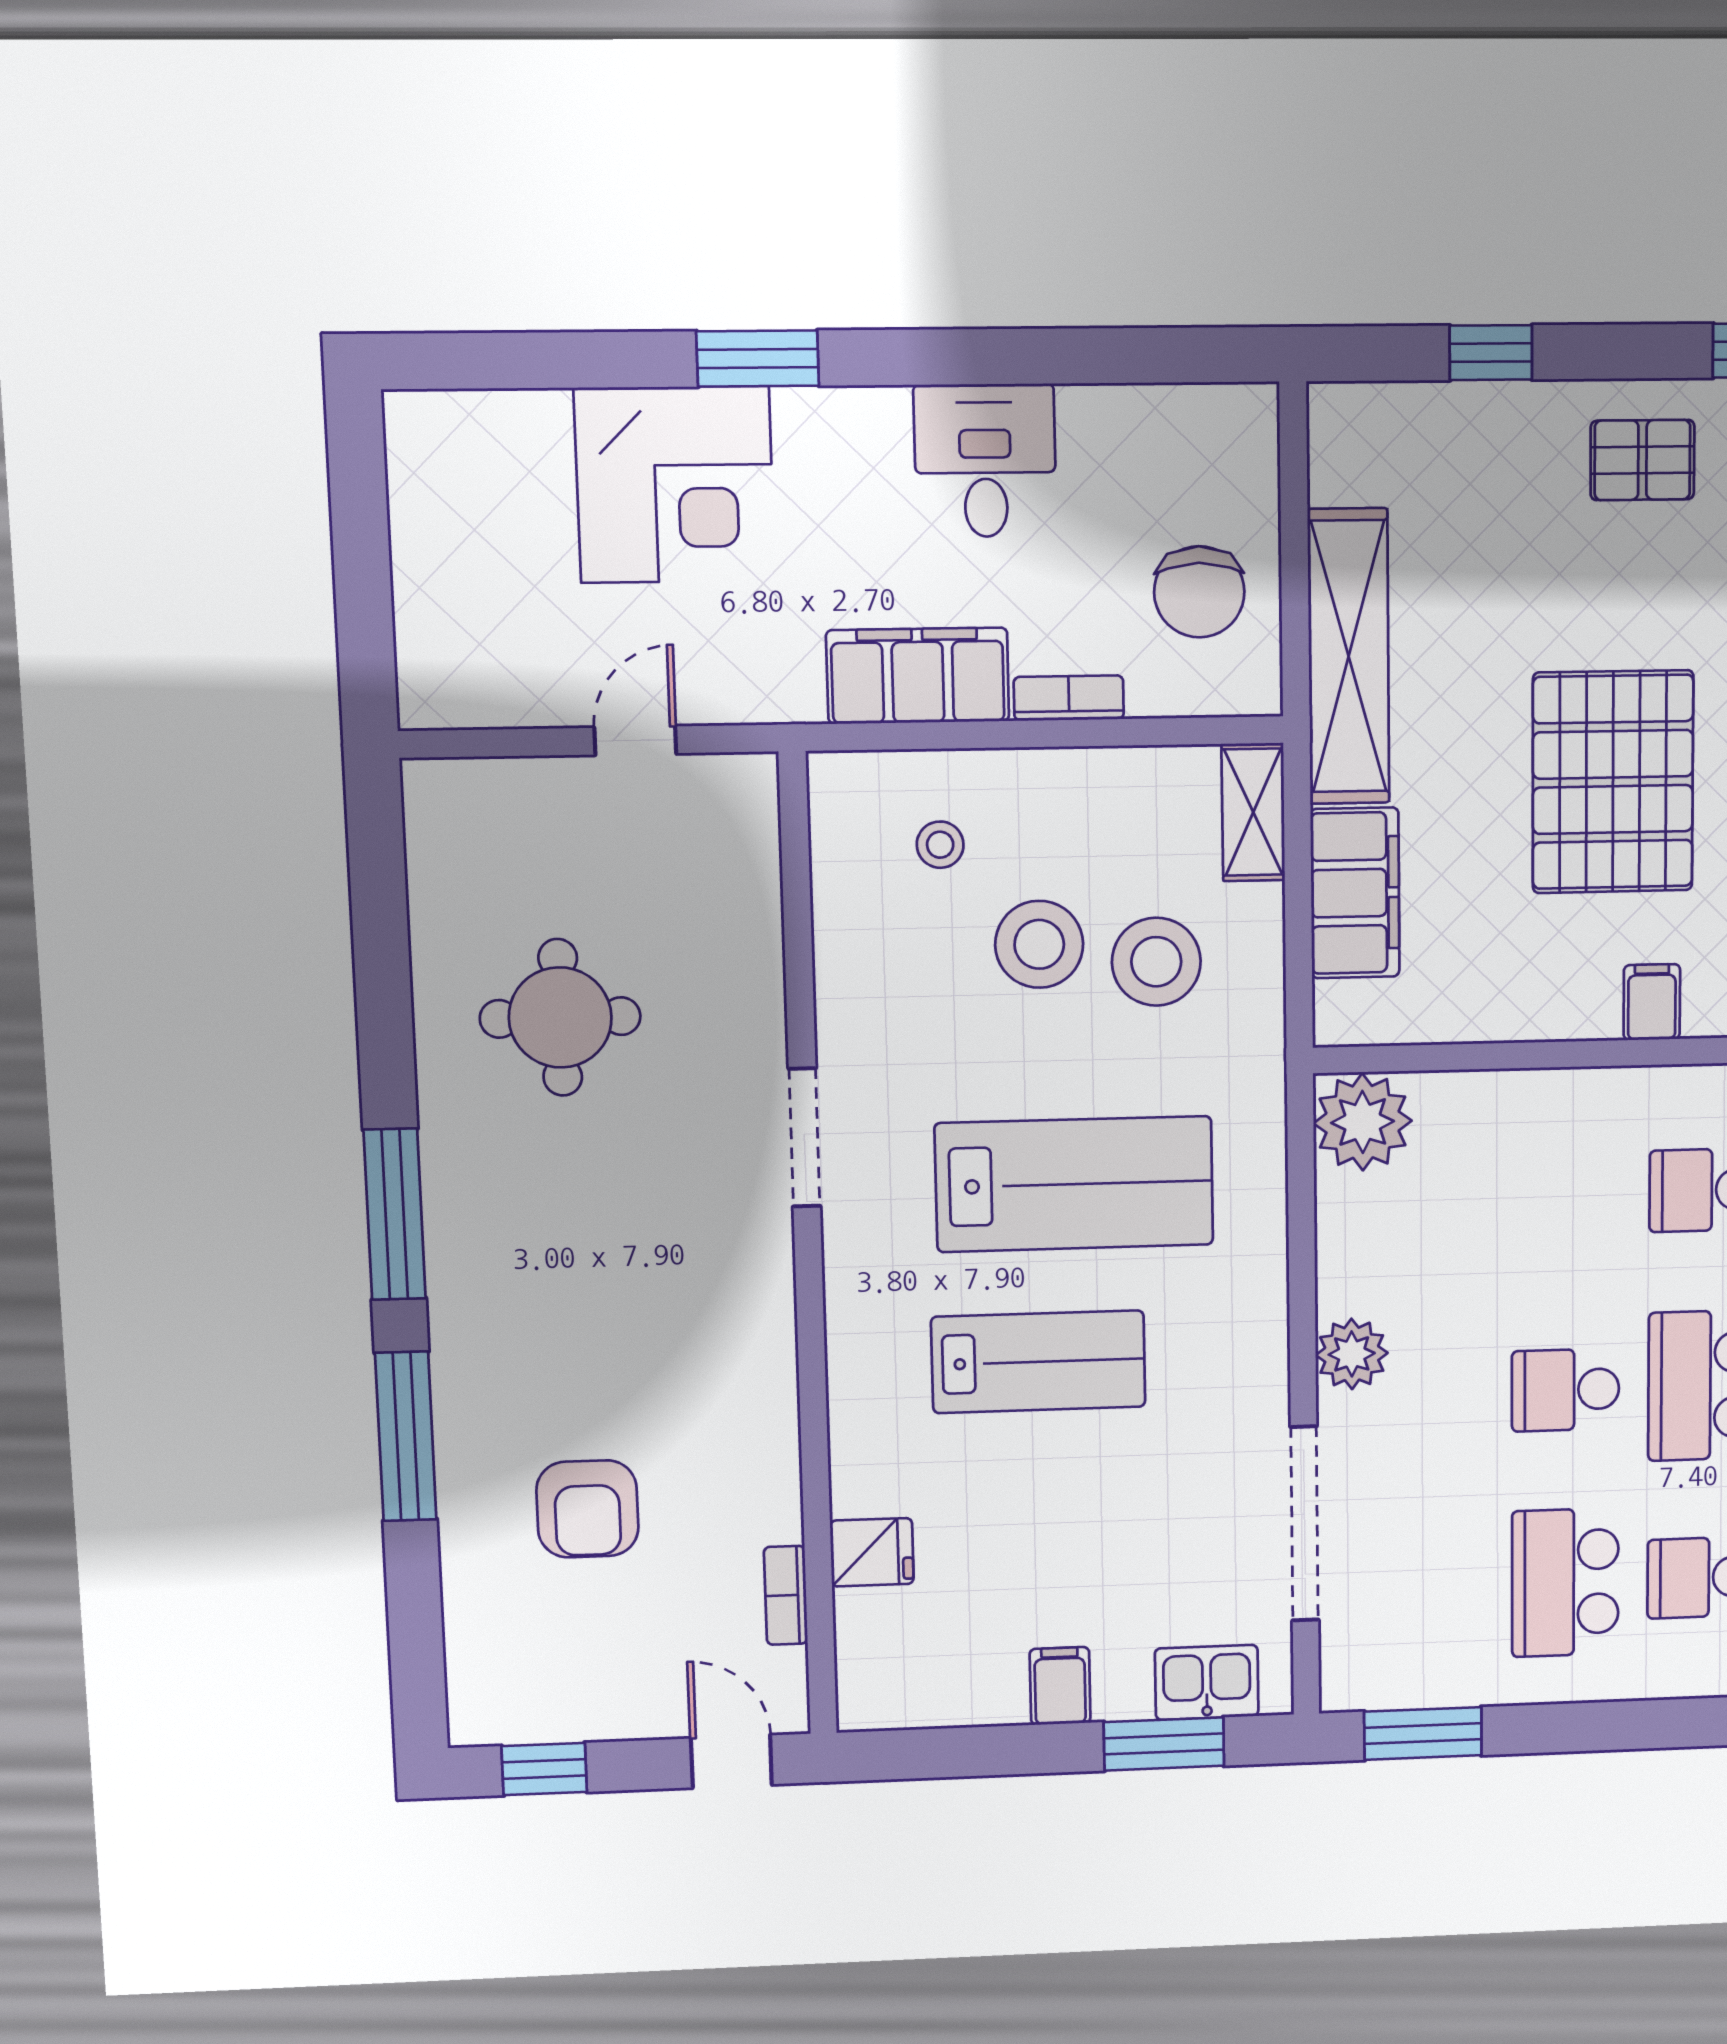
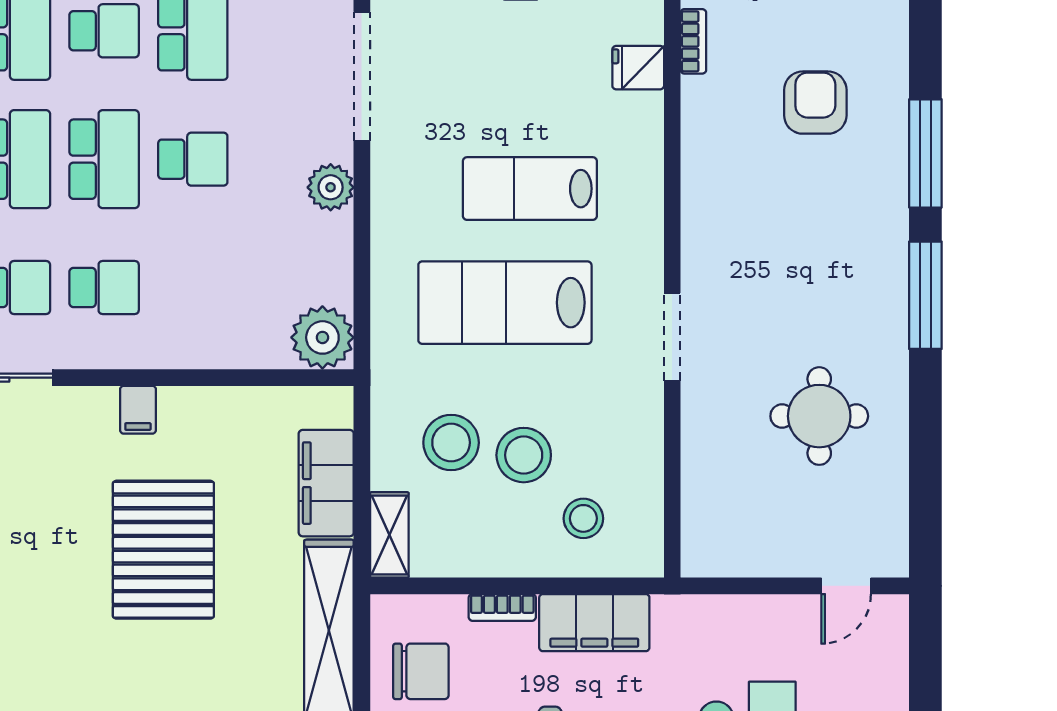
chair: (1199, 592) -> (421, 671), turned 90
door: (635, 741) -> (846, 586), moved
stool: (940, 845) -> (583, 518), width x1.37, depth x1.37

